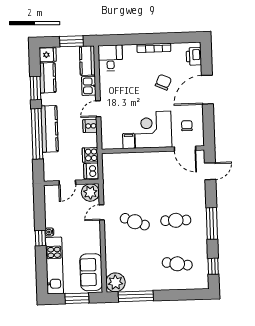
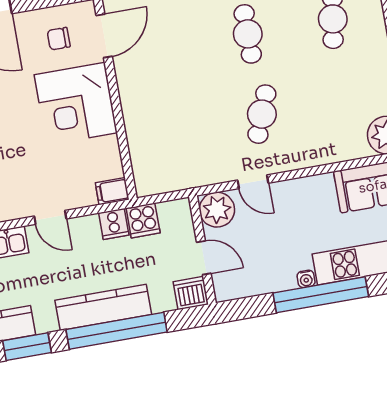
cooker: (90, 126) -> (114, 224), moved
filing cabinet: (129, 141) -> (112, 191), moved
dishwasher: (91, 171) -> (191, 293), moved, turned 180
window: (40, 238) -> (321, 295), width x3.17

